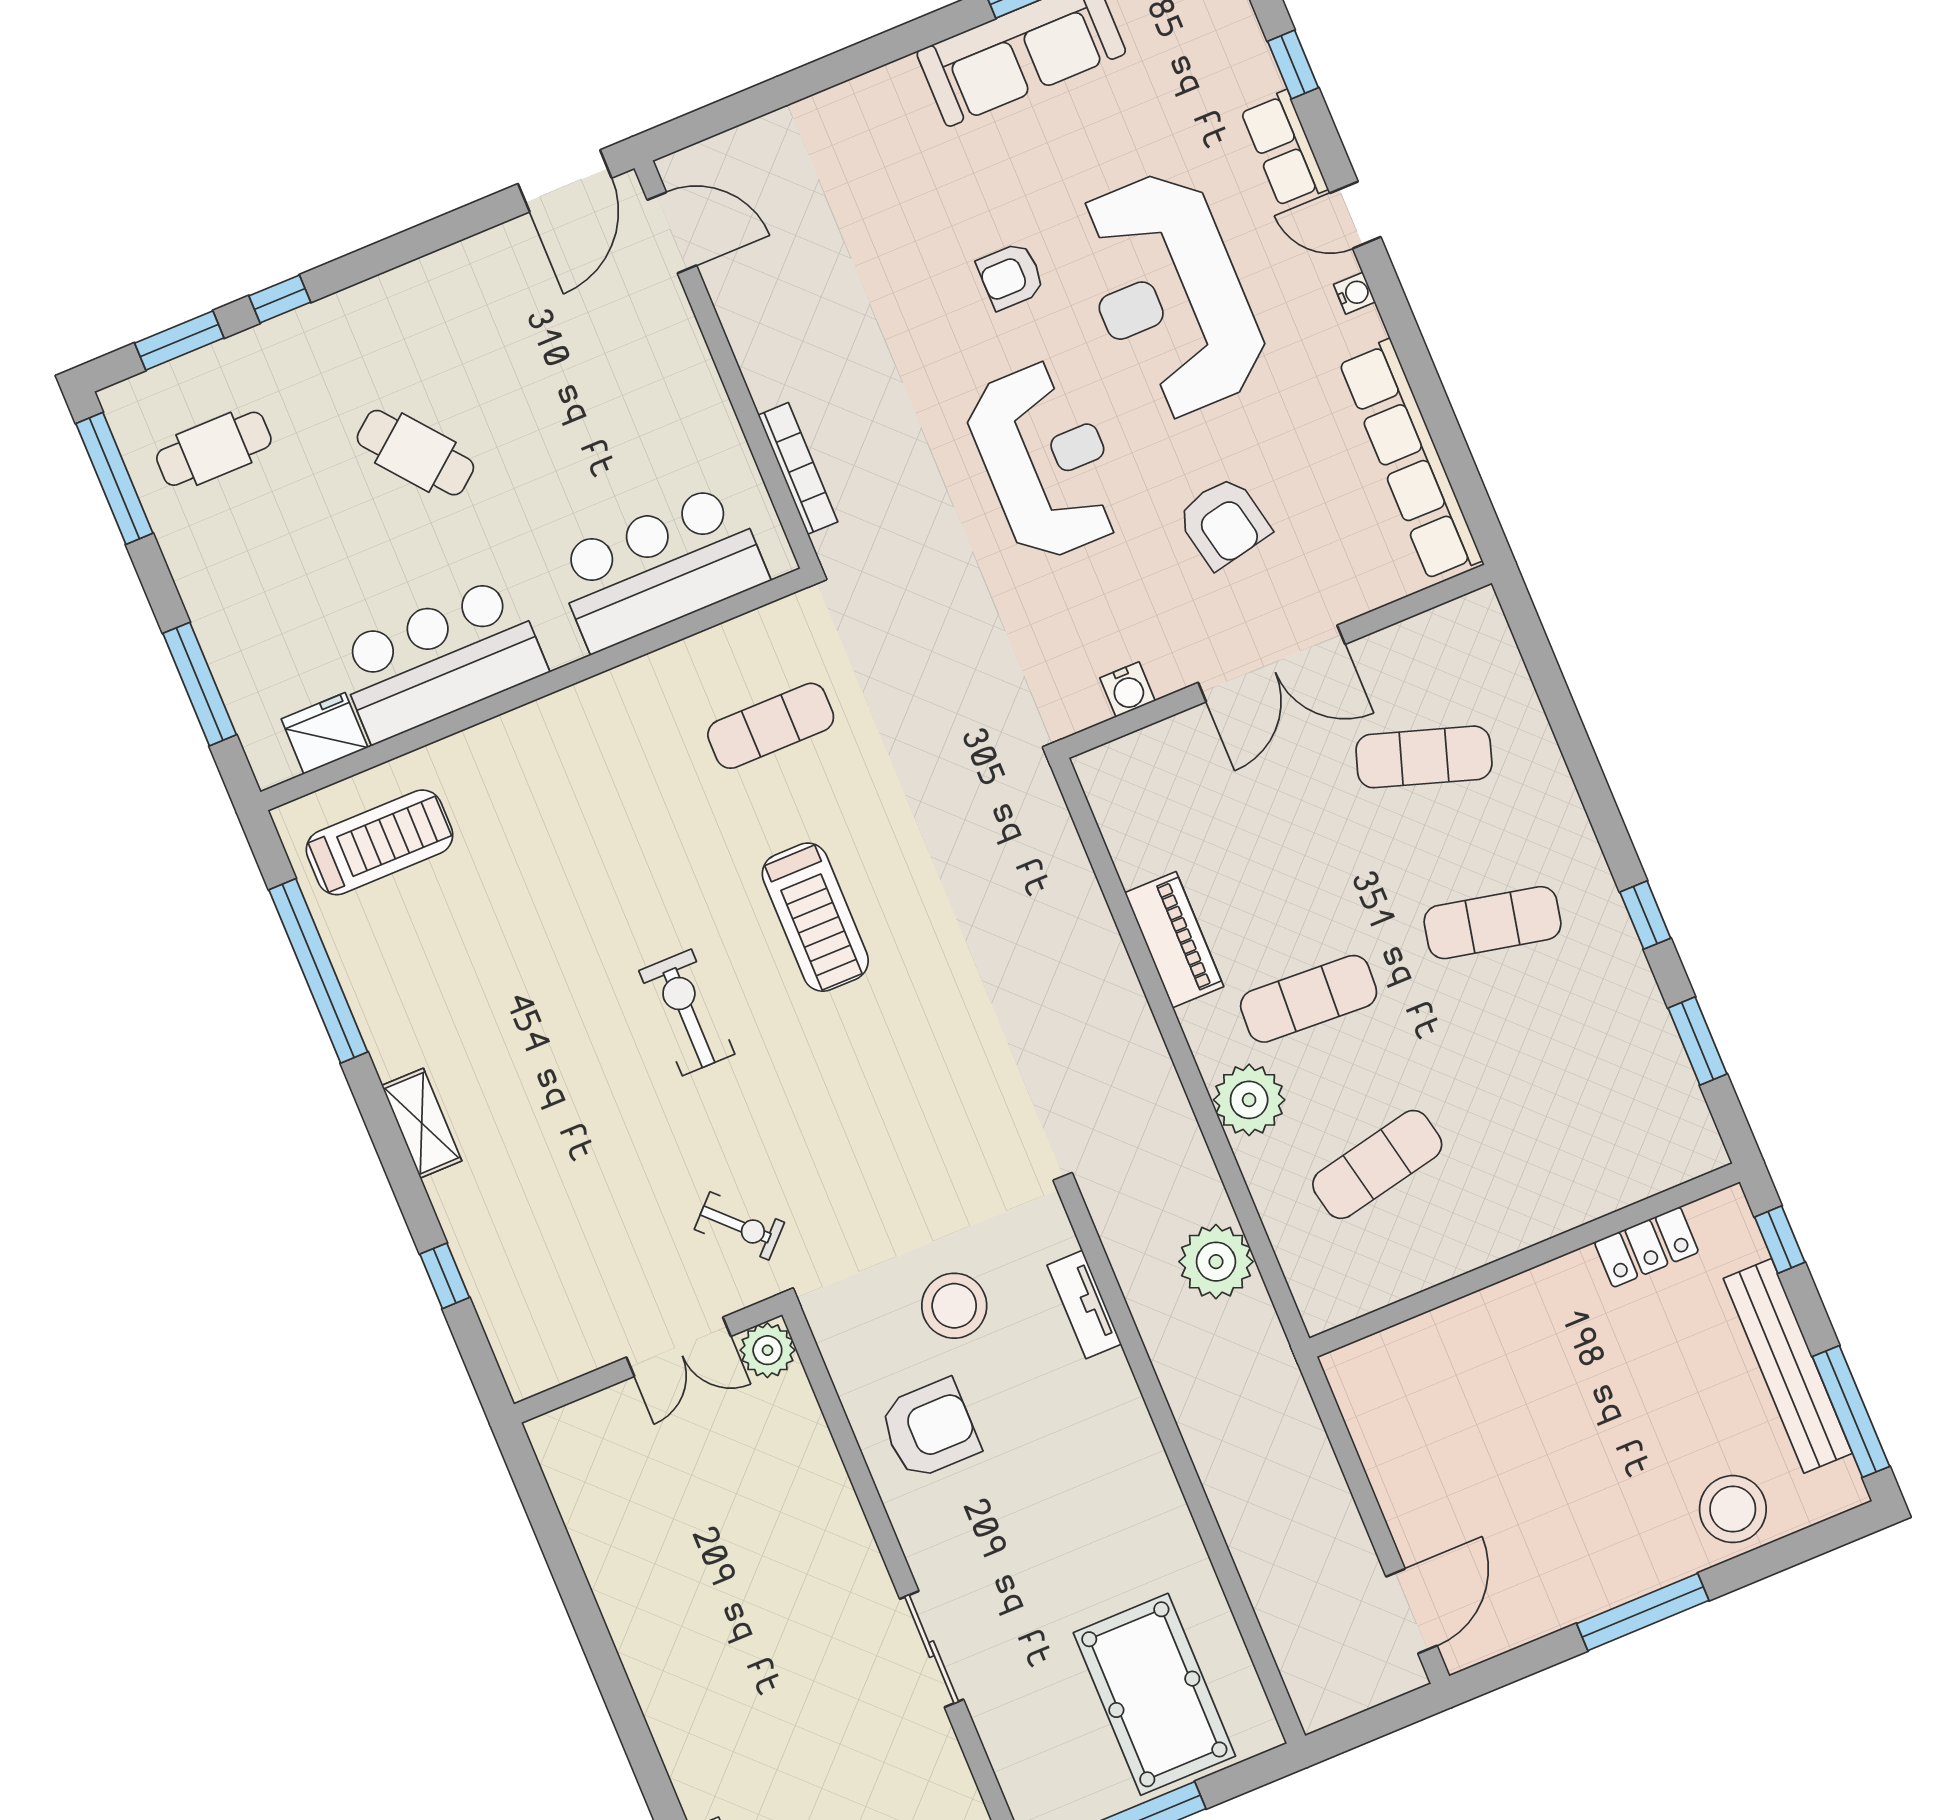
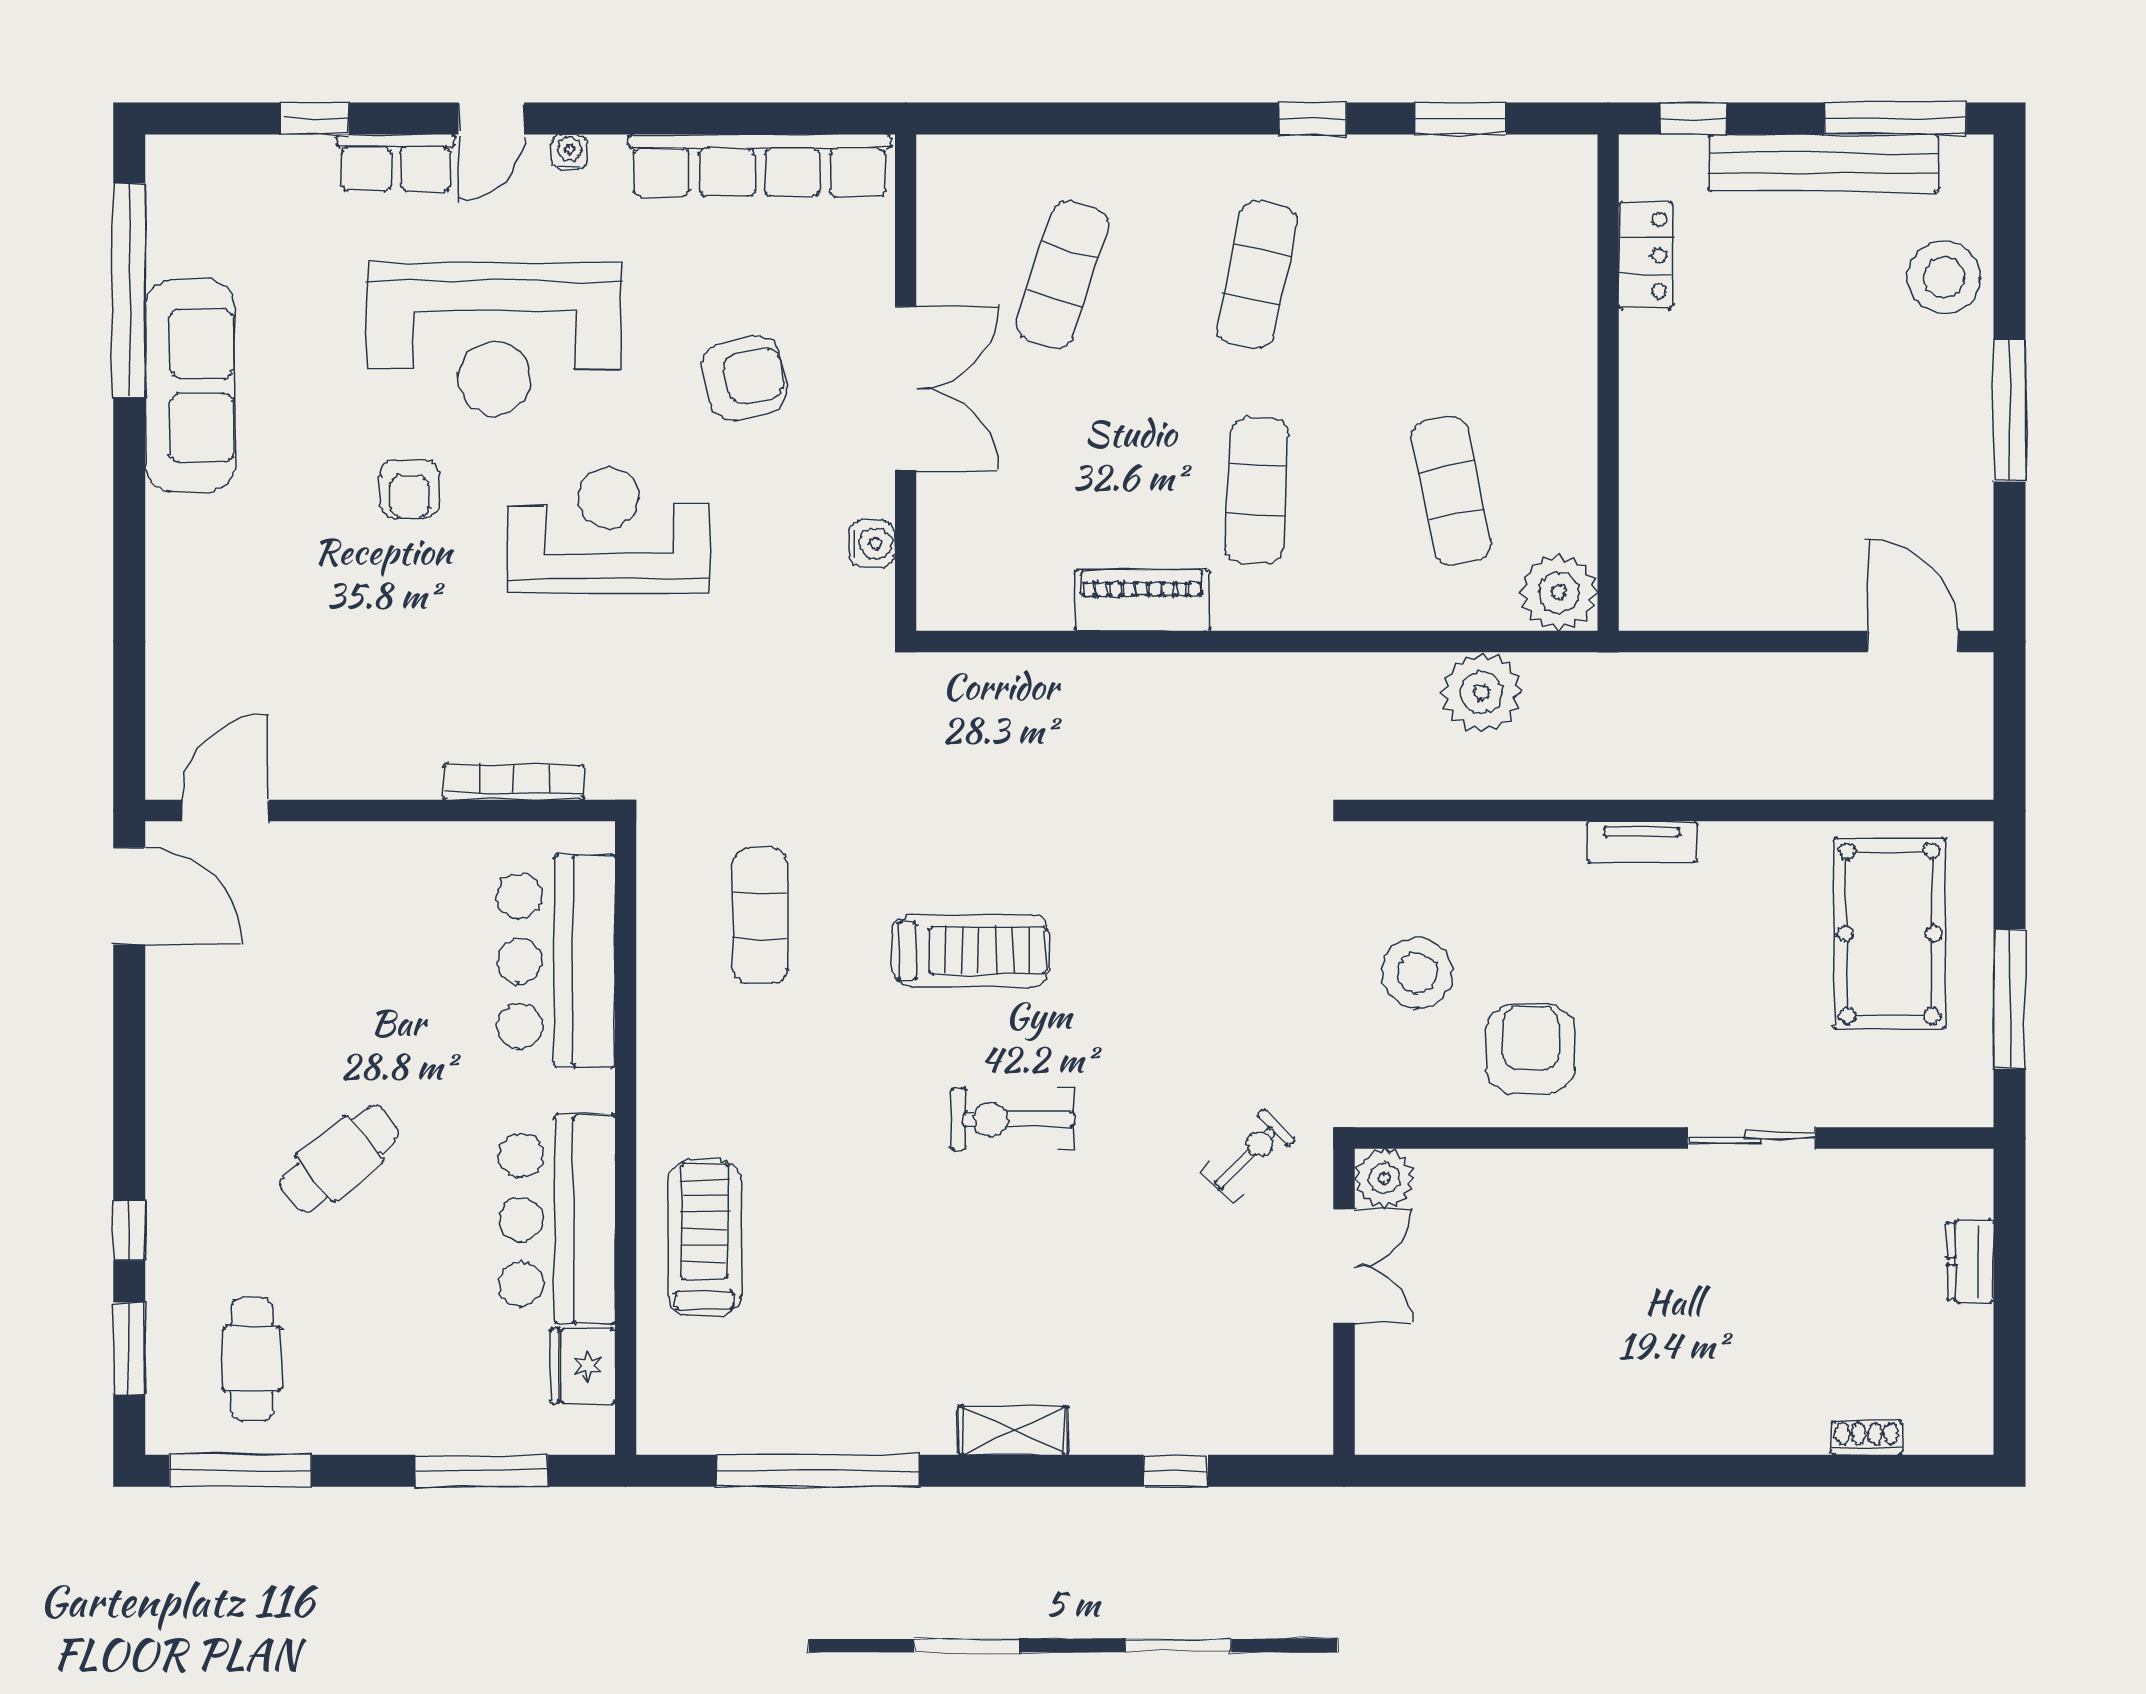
treadmill: (380, 842) -> (705, 1238), moved
plant: (1249, 1100) -> (1559, 592), moved
tv unit: (1084, 1305) -> (1642, 842), moved
pool table: (1154, 1694) -> (1889, 934), turned 90

